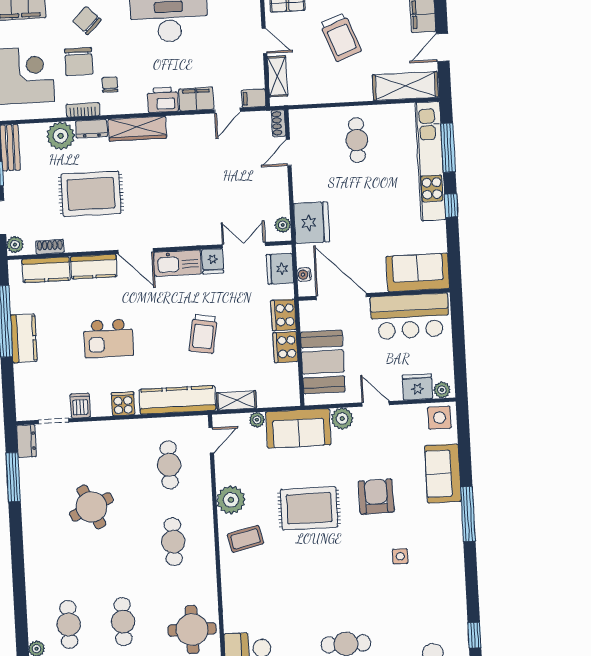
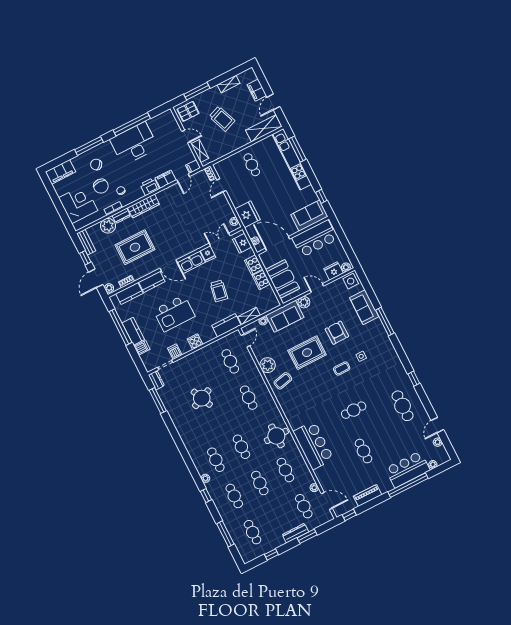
window: (451, 205) -> (321, 196), moved
kitchen island: (108, 338) -> (174, 313), width x1.37, depth x1.28
dishwasher: (26, 374) -> (142, 348), added
kitchen counter: (177, 400) -> (226, 325), width x0.67
coffee table: (357, 563) -> (342, 369), added

